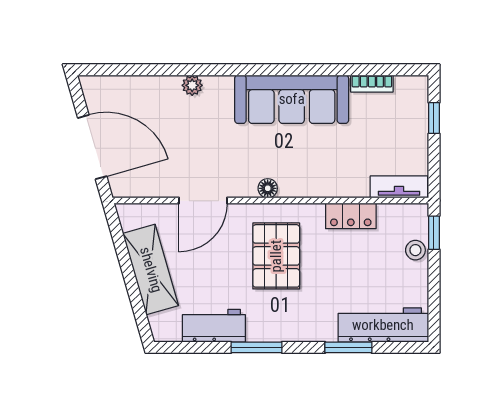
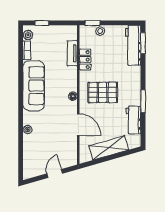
plant: (407, 86) -> (28, 35), added
door: (92, 147) -> (55, 174), width x0.53
tv unit: (399, 187) -> (72, 53), moved
window: (348, 347) -> (143, 43), moved

